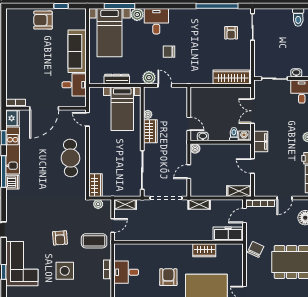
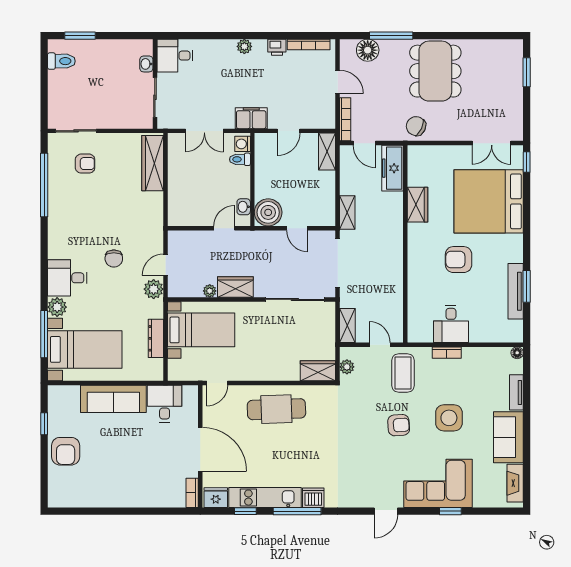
boiler: (195, 148) -> (268, 212), width x1.86, depth x1.86

